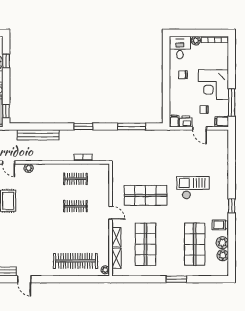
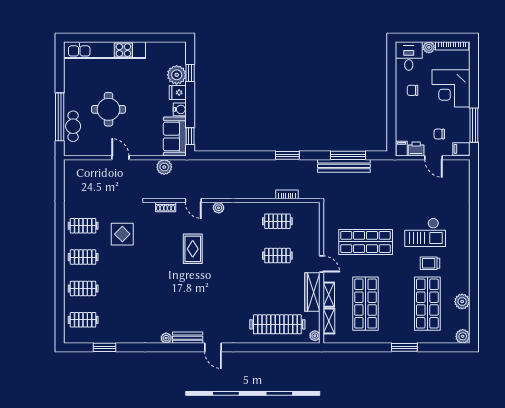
corner desk: (213, 85) -> (451, 88), moved
bench: (38, 135) -> (344, 166), moved
checkout: (193, 188) -> (425, 232), turned 180
window: (232, 206) -> (474, 255), removed
trolley: (220, 225) -> (430, 263), moved
wardrobe: (103, 235) -> (312, 292), added
plant: (223, 255) -> (463, 336), moved

